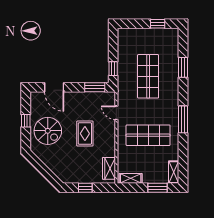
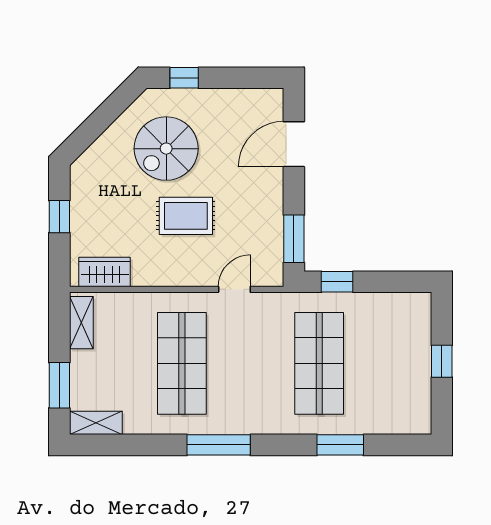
window: (158, 24) -> (442, 361), moved
shop shelf: (148, 76) -> (319, 363), turned 90
window: (26, 121) -> (184, 78), moved
spiral stairs: (48, 131) -> (166, 149), moved

